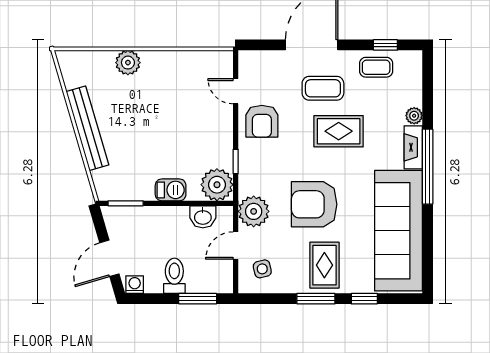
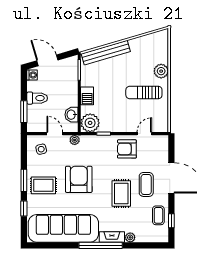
sun lounger: (165, 92) -> (144, 92), added
bench: (87, 128) -> (106, 53), moved
plant: (254, 211) -> (75, 140), width x0.53, depth x0.53

